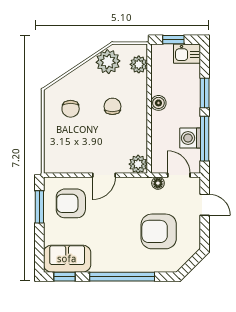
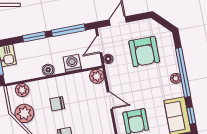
washing machine: (190, 138) -> (72, 63), moved, turned 180
plant: (116, 266) -> (176, 78), added

